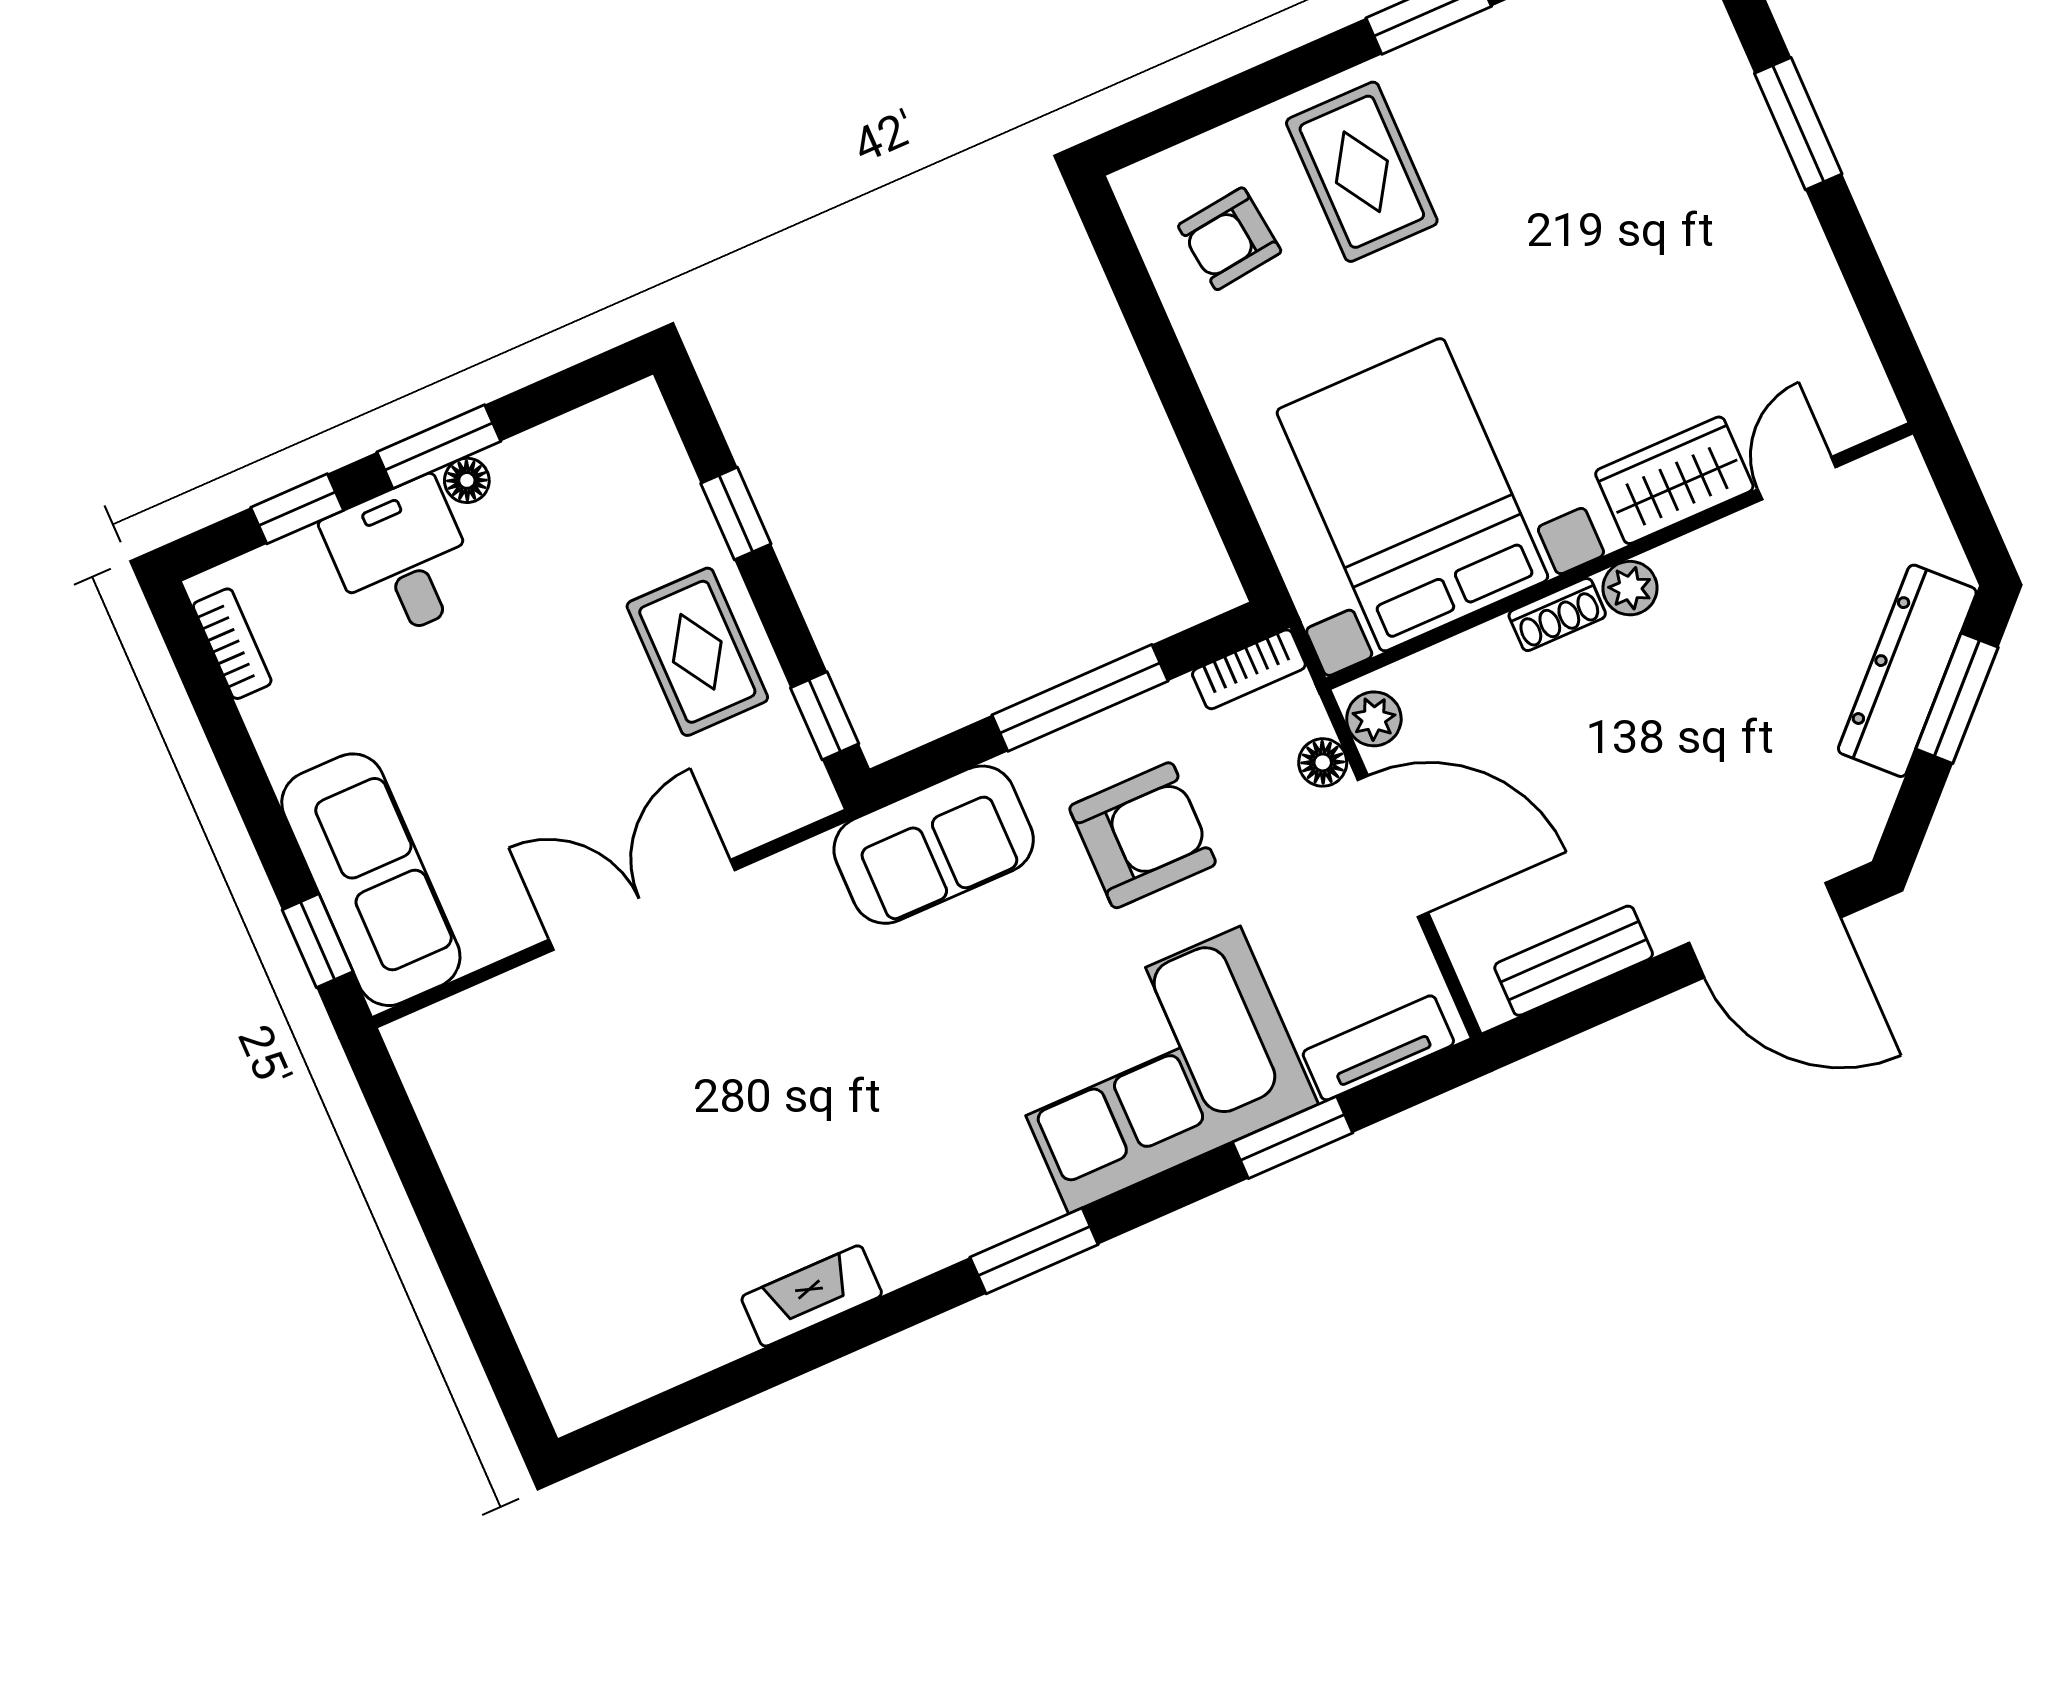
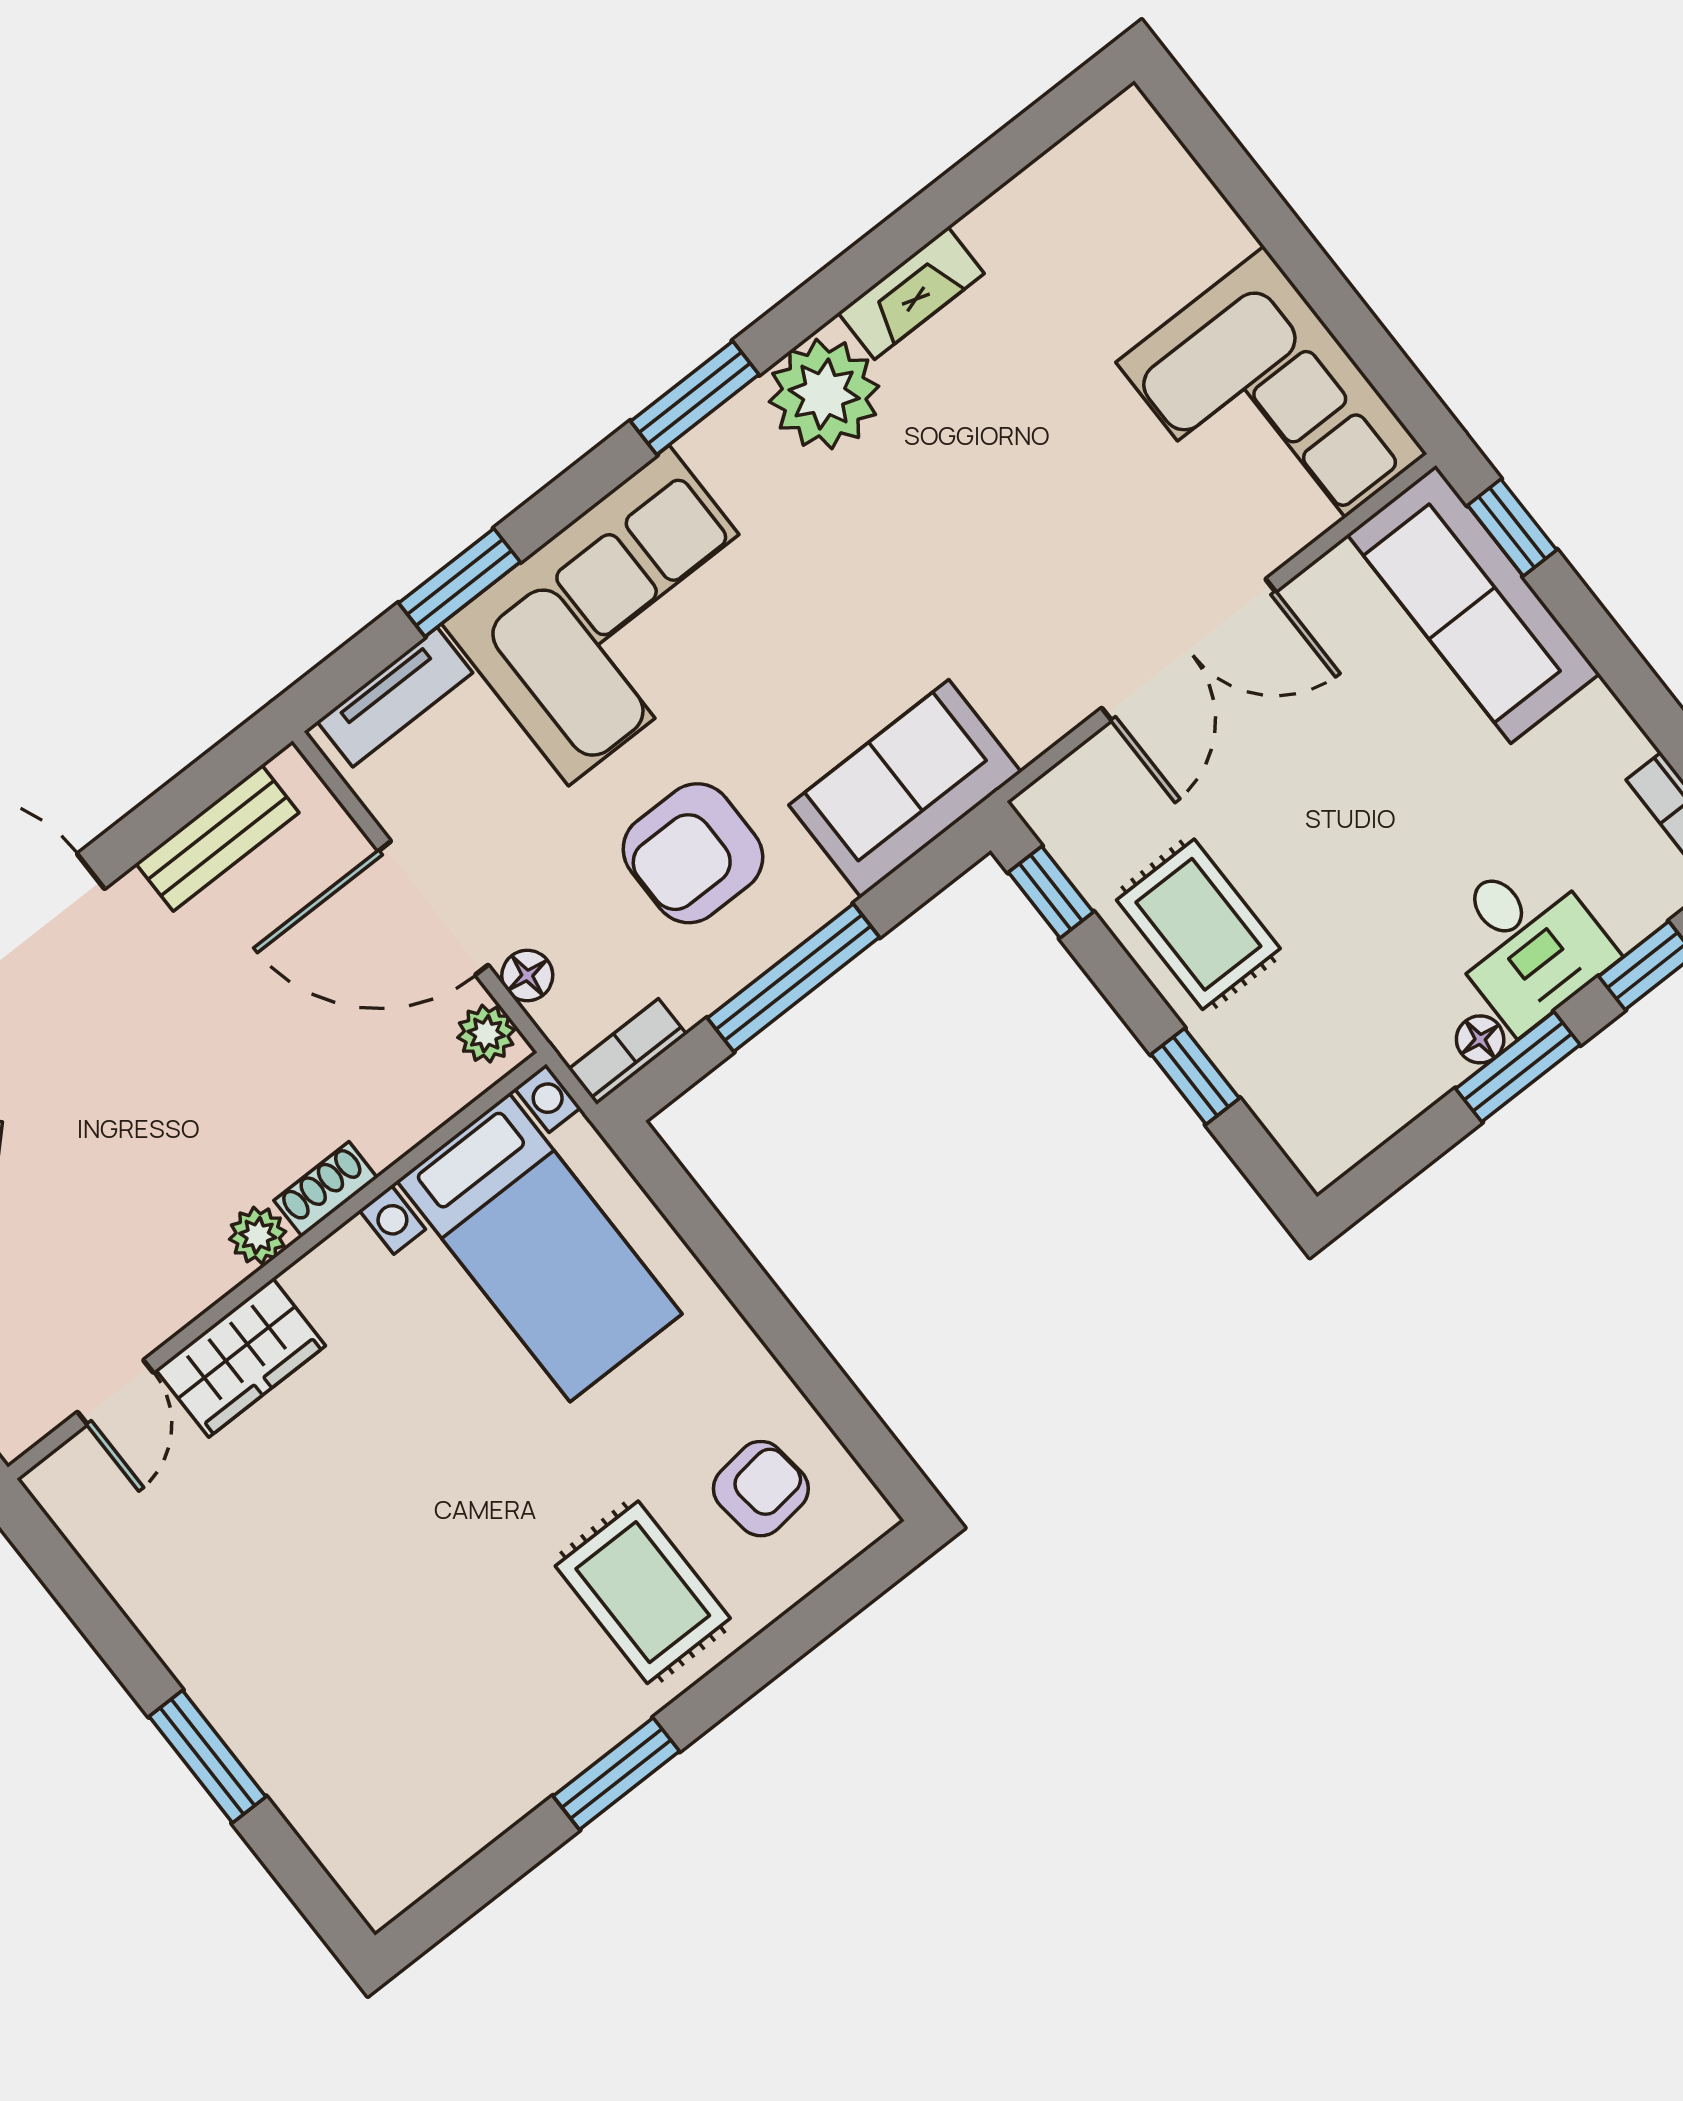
bed with nightstands: (1412, 495) -> (539, 1247), width x0.73
corner sofa: (509, 1106) -> (1271, 408), added
plant: (915, 1224) -> (824, 394), added

